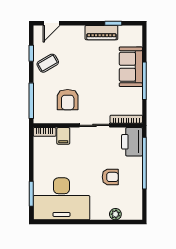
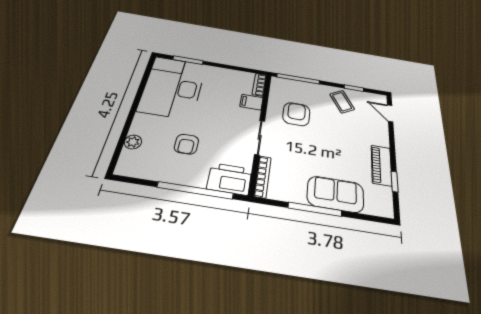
armchair: (68, 100) -> (296, 114), turned 90

